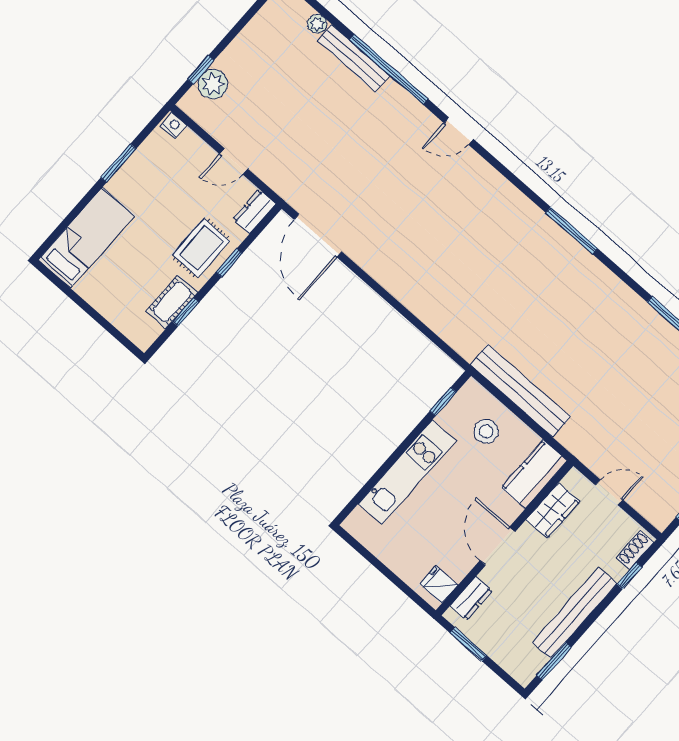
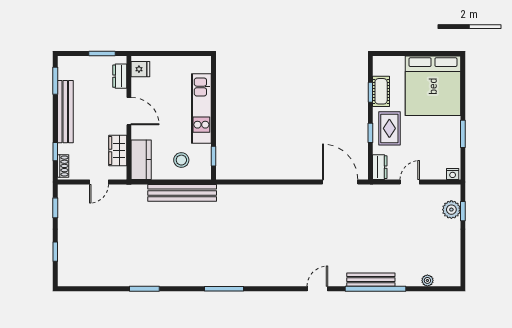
bench: (354, 58) -> (371, 280), moved
bed: (86, 238) -> (433, 86), width x2.04

